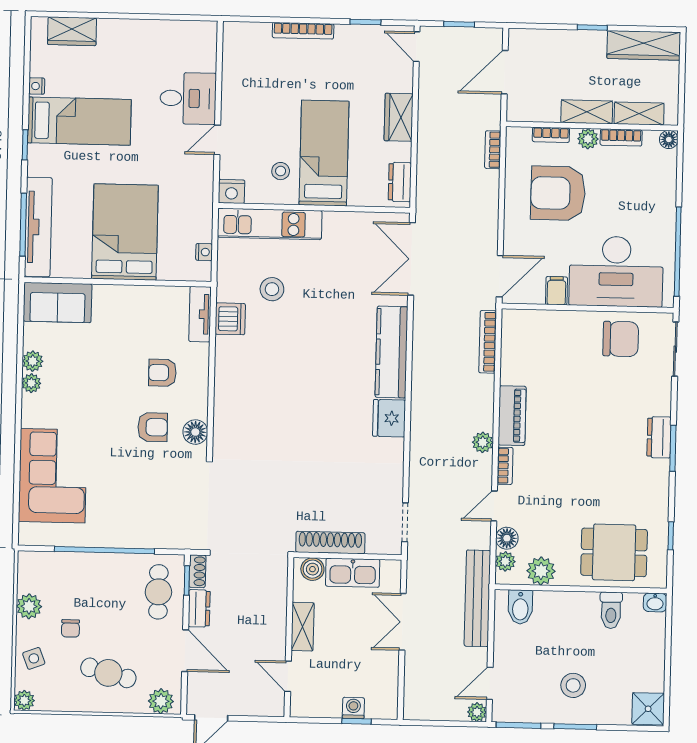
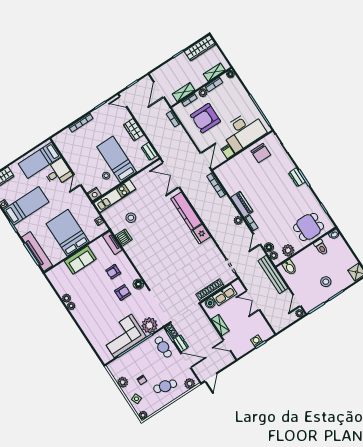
bed: (169, 48) -> (40, 160), added
shelving: (587, 112) -> (184, 92), moved
sofa: (58, 302) -> (80, 260), moved
chair: (621, 339) -> (261, 153), turned 90
corner sofa: (53, 476) -> (123, 336), moved, turned -90
plant: (161, 530) -> (149, 325), added

